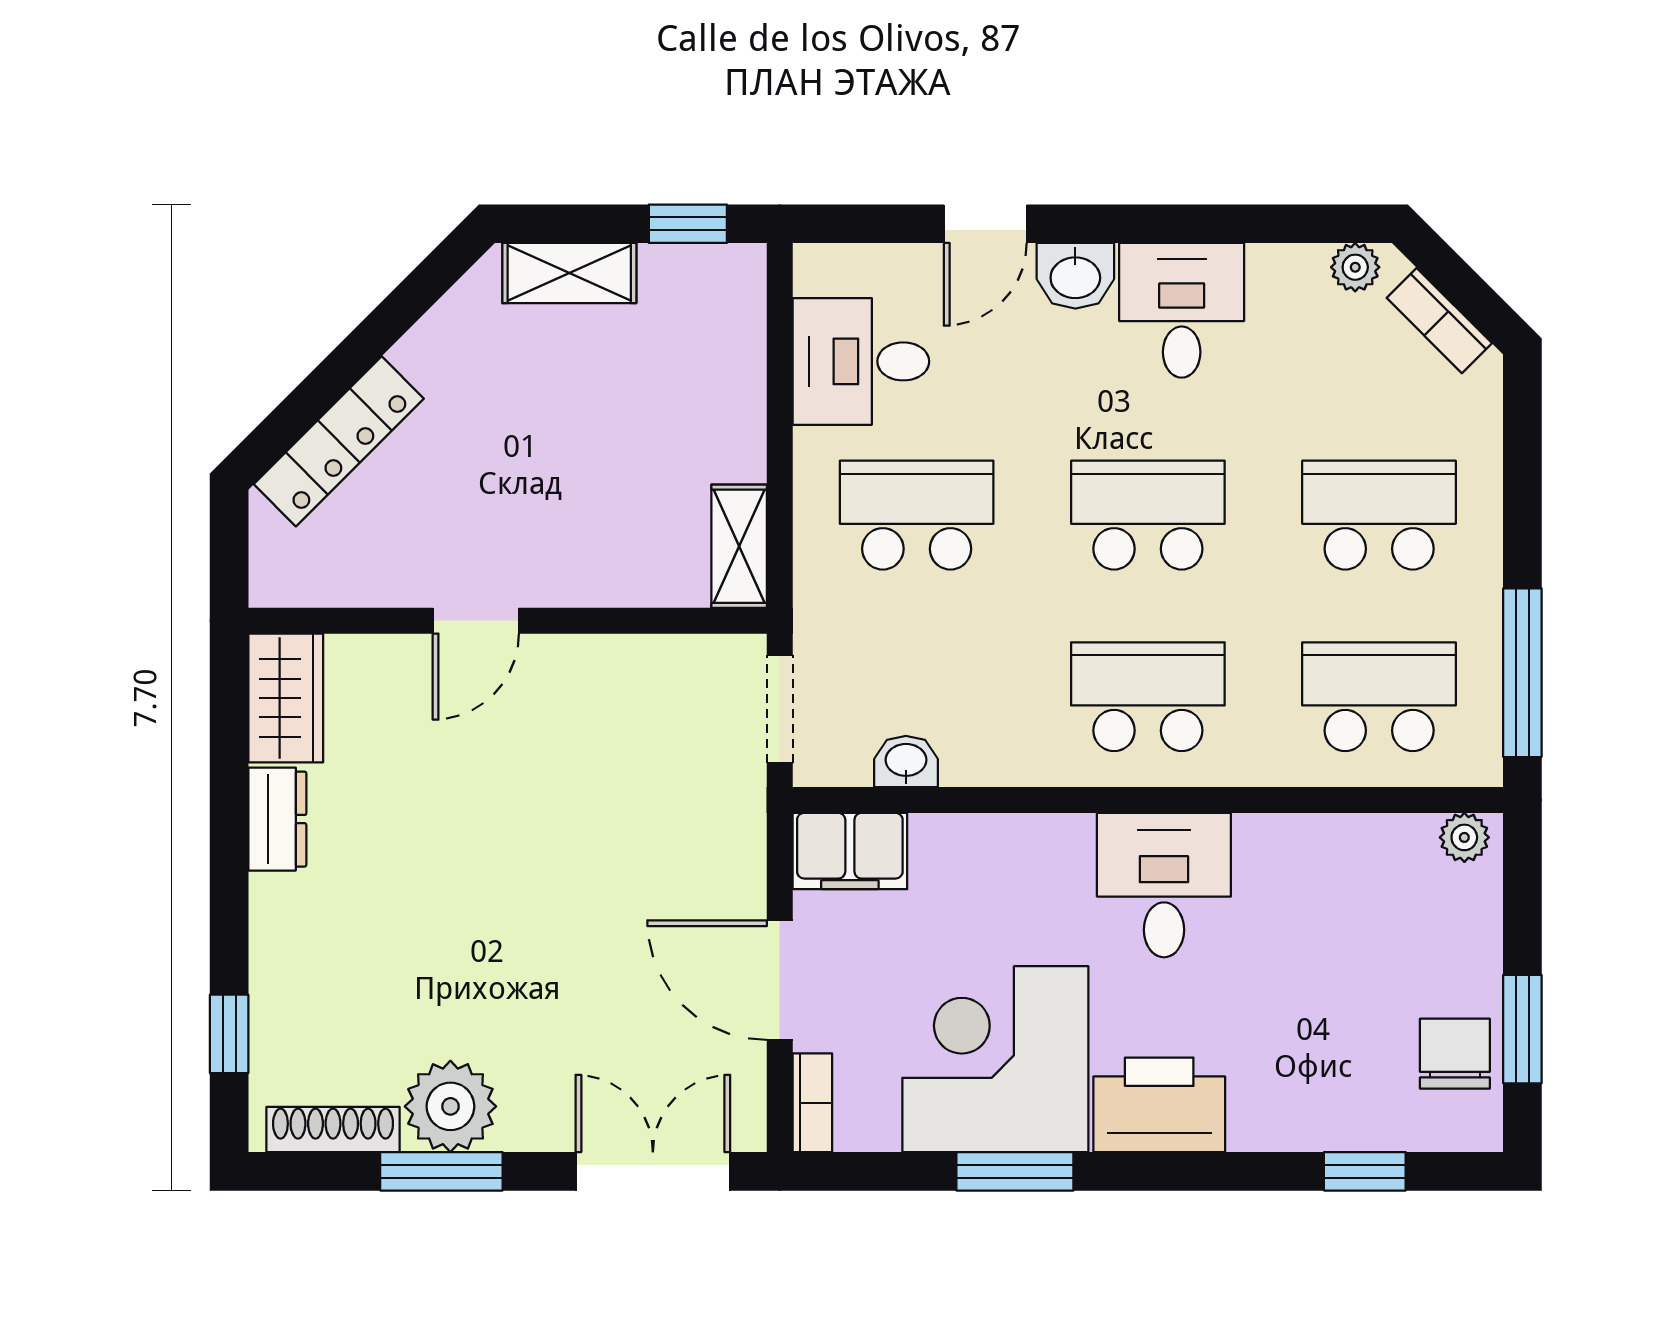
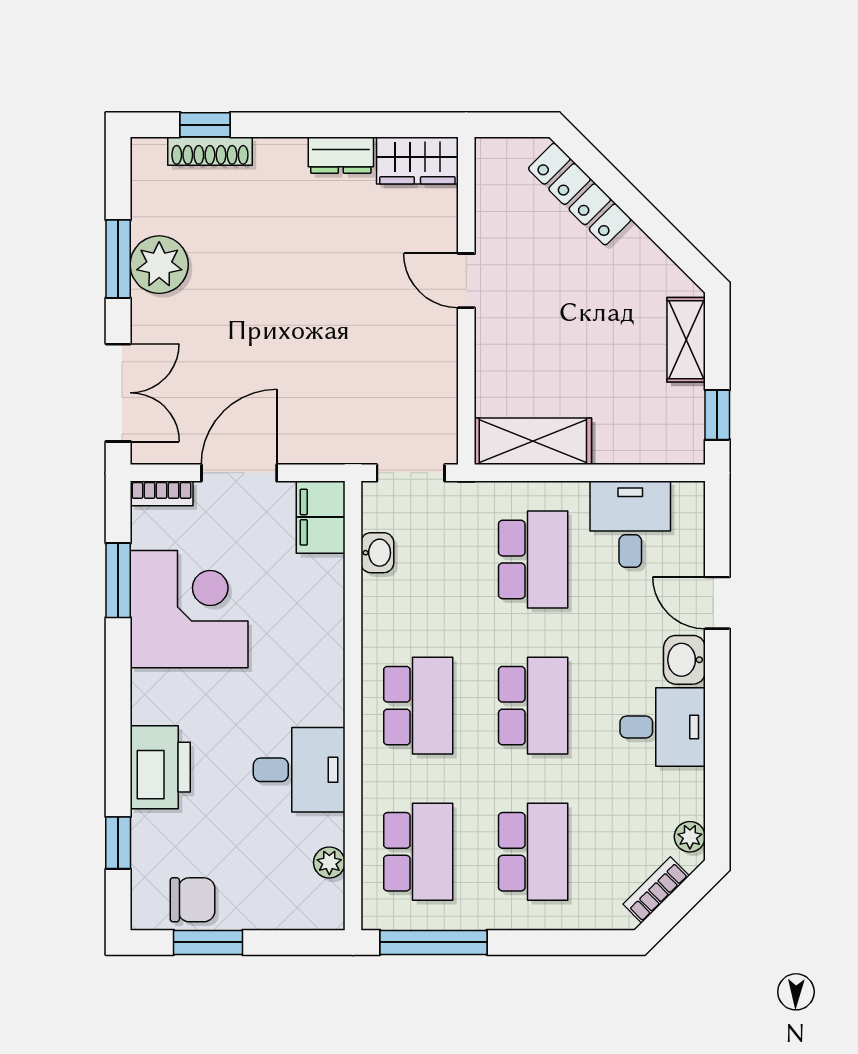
shelving: (739, 546) -> (533, 441), width x1.50, depth x1.33
plant: (1464, 837) -> (329, 862), moved
desk: (1164, 885) -> (299, 770), moved
printer: (1159, 1105) -> (160, 767), moved
shoe rack: (333, 1129) -> (210, 151), moved, turned 90
window: (1015, 1171) -> (118, 580), moved

